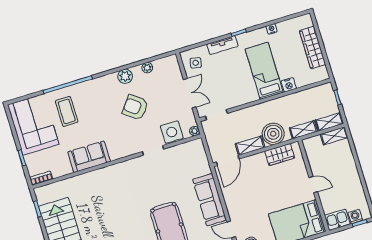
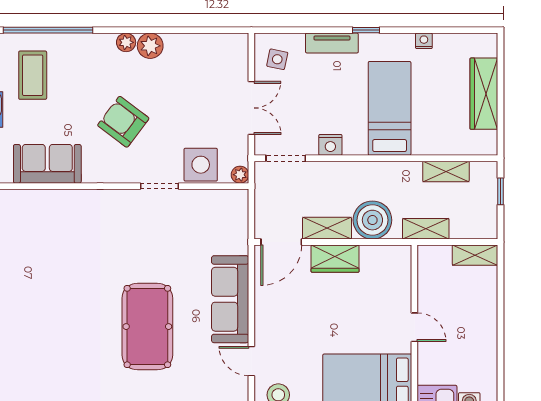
plant: (147, 68) -> (126, 42), moved
nightstand: (289, 85) -> (330, 145), moved
armchair: (135, 107) -> (123, 122), moved
shelving: (329, 122) -> (446, 171), moved
wardrobe: (280, 155) -> (335, 259), moved

